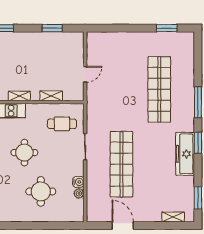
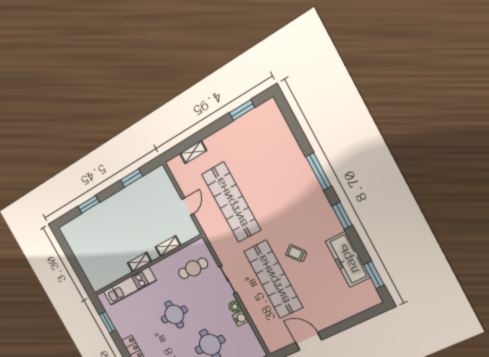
shop shelf: (159, 89) -> (231, 202), moved
trolley: (150, 153) -> (296, 253), added
freezer: (185, 154) -> (348, 259), moved
plant: (79, 193) -> (235, 307), moved
shelving: (173, 217) -> (193, 152), moved

